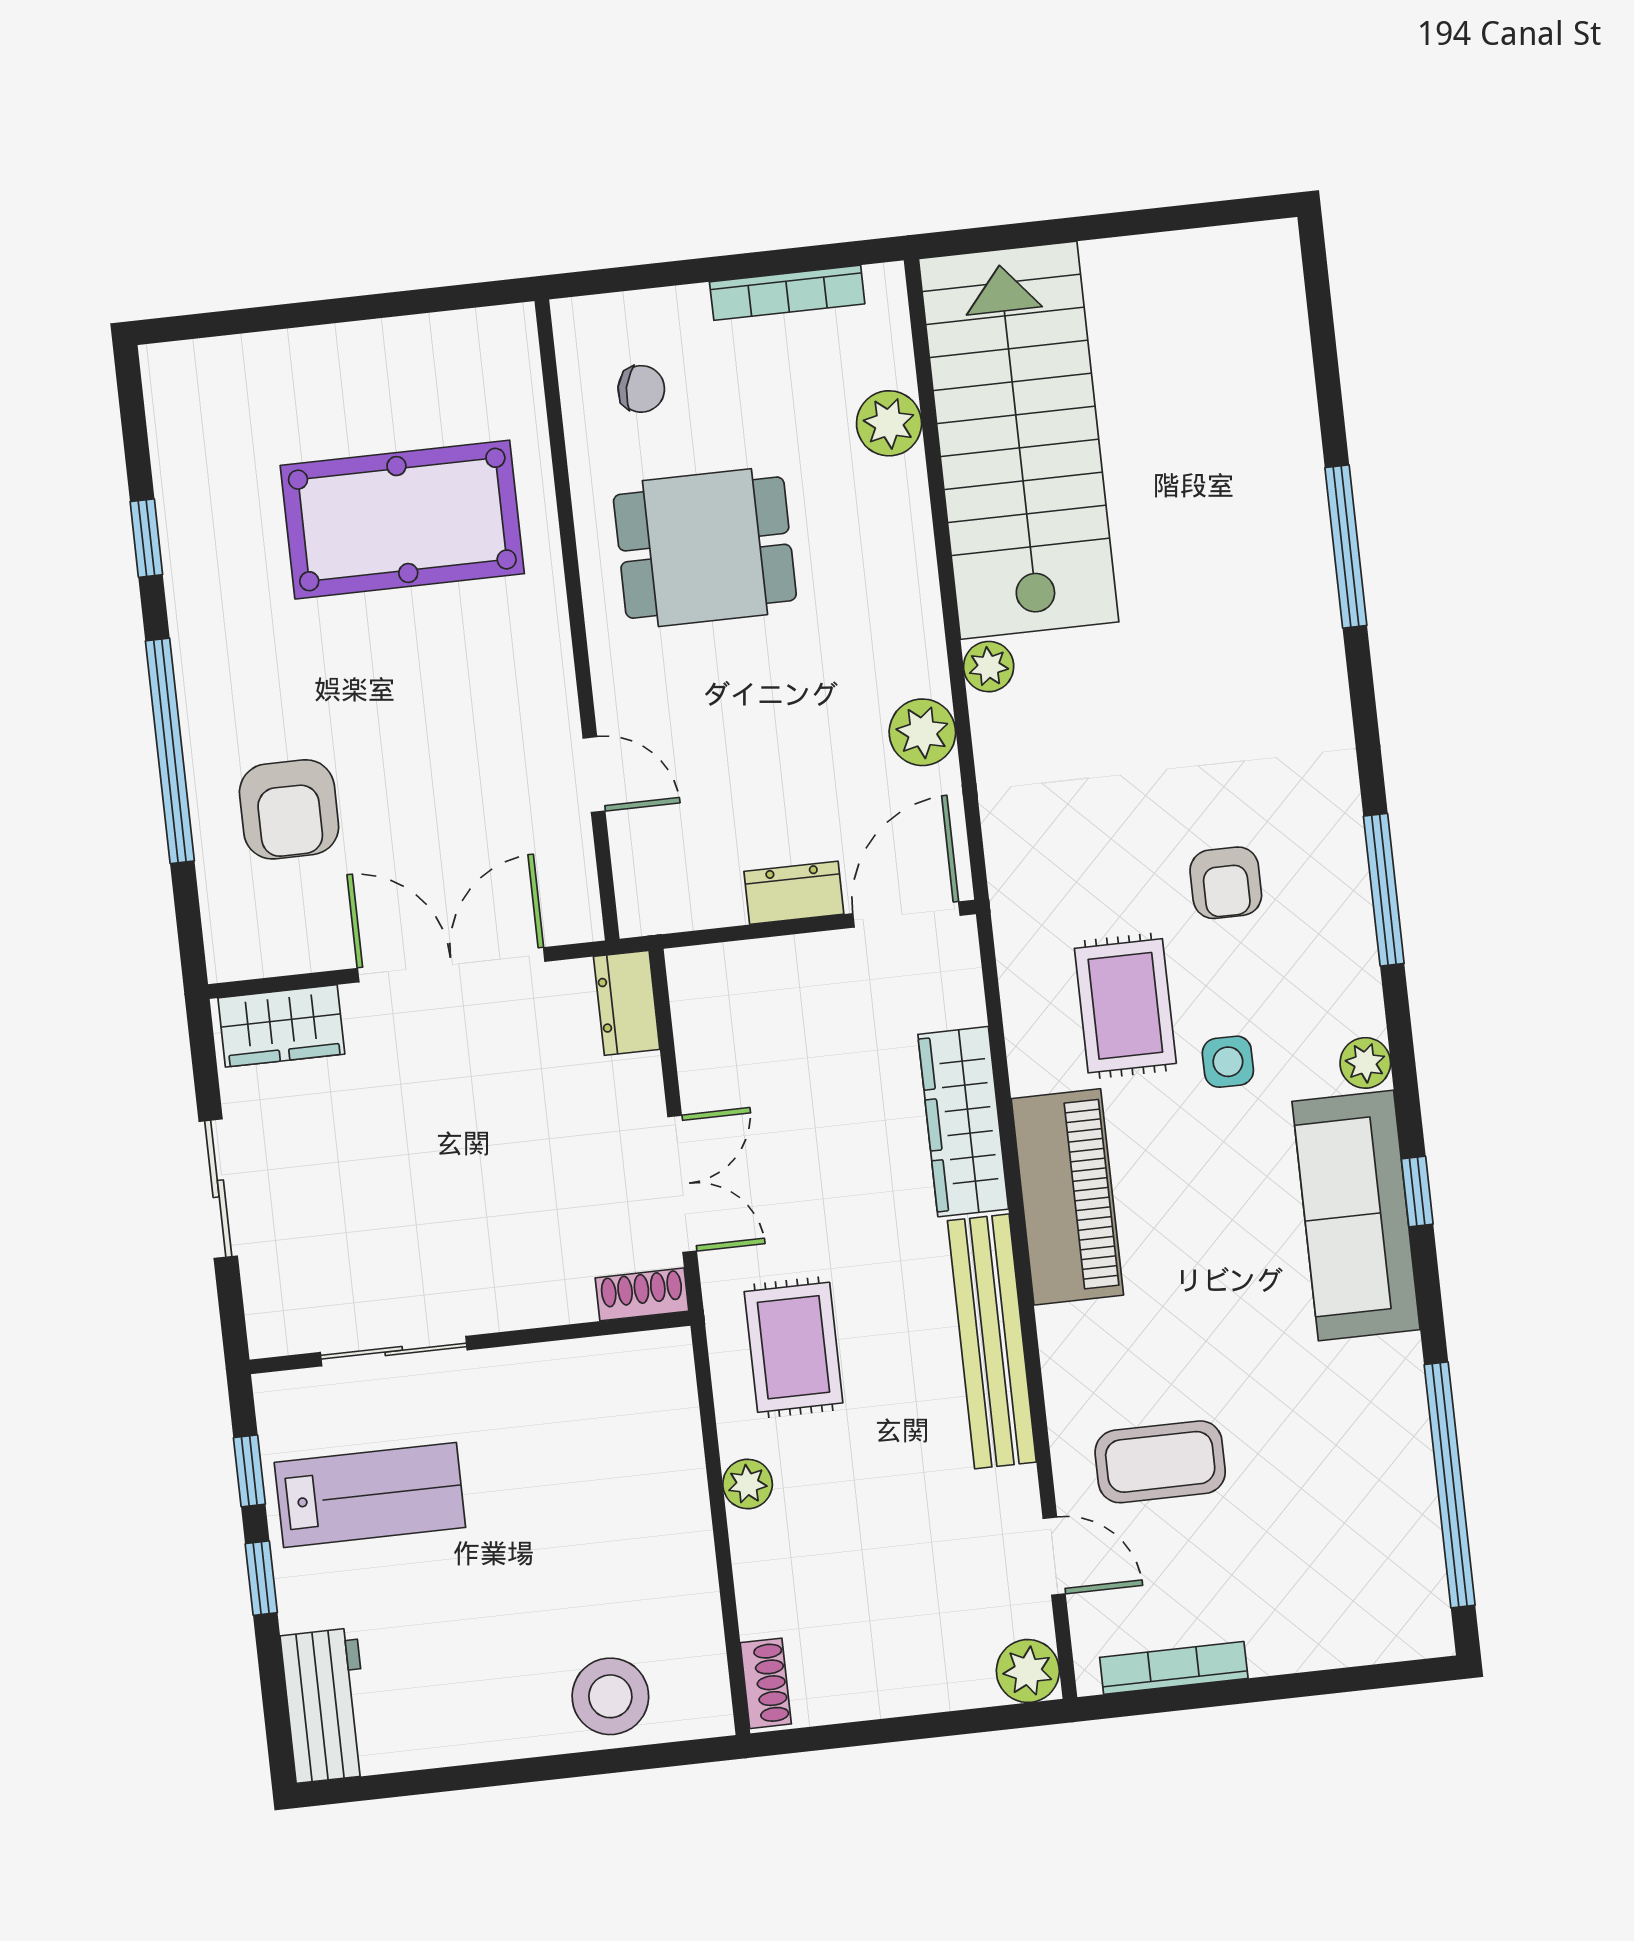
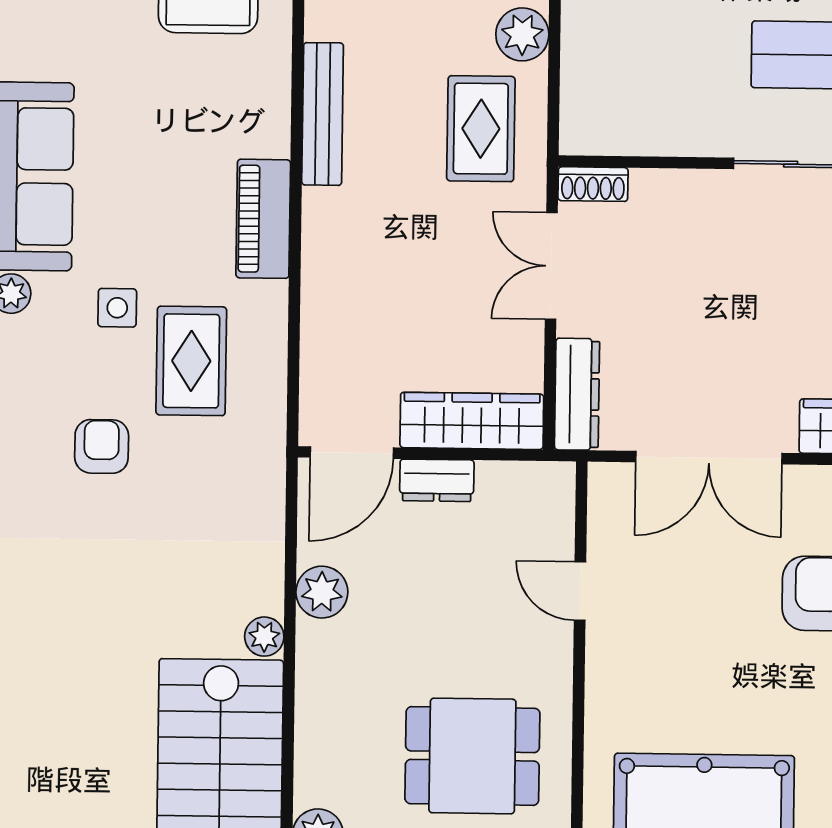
dresser: (627, 1003) -> (577, 394), width x1.44
wardrobe: (963, 1122) -> (472, 421), moved, turned -90
piano: (1067, 1197) -> (263, 219), width x0.73, depth x0.75
bench: (992, 1341) -> (323, 114), width x0.73, depth x0.82
plant: (748, 1484) -> (522, 34), width x1.38, depth x1.38

